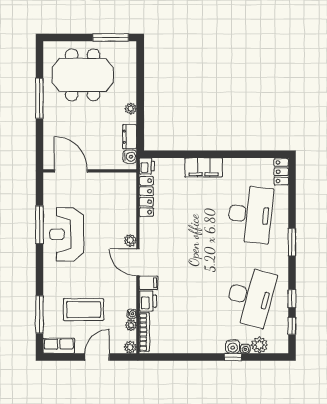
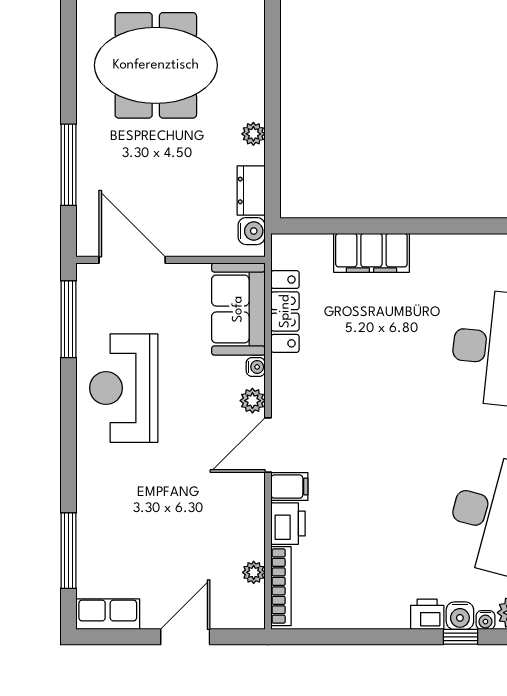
window: (39, 98) -> (68, 165), moved
printer: (147, 166) -> (427, 614), moved, turned -90
filing cabinet: (204, 167) -> (371, 253), moved
sofa: (123, 195) -> (238, 309), added
window: (39, 225) -> (68, 319), moved
door: (138, 262) -> (268, 445), hinge flipped
coffee table: (84, 310) -> (158, 541), removed
water cooler: (132, 314) -> (256, 367), moved
plant: (130, 347) -> (252, 617), removed

